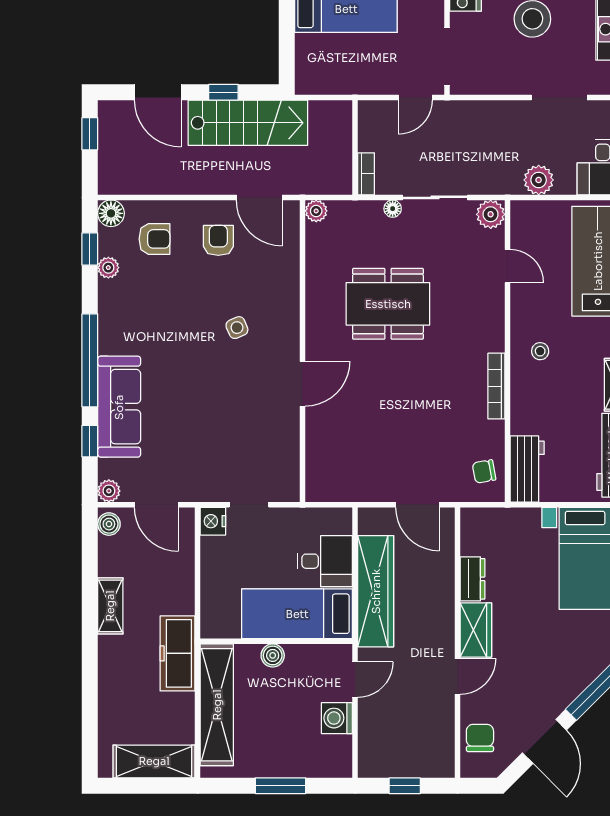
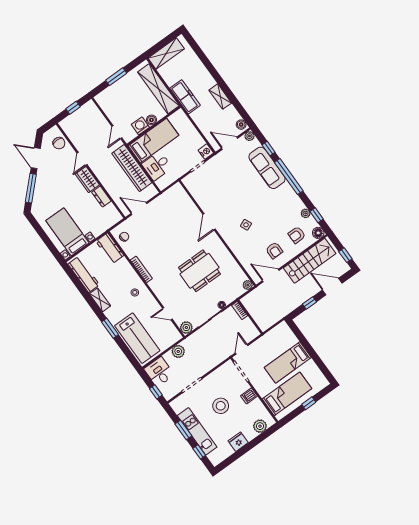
stairs: (248, 123) -> (310, 261), moved, turned 180
washing machine: (337, 718) -> (140, 126), moved, turned -90

